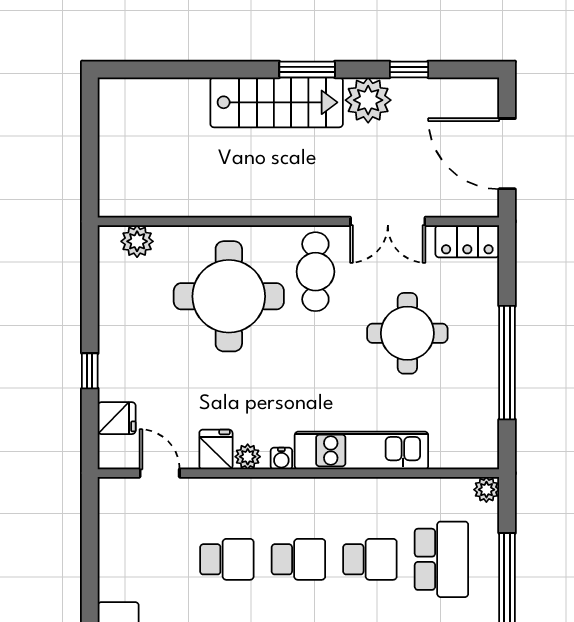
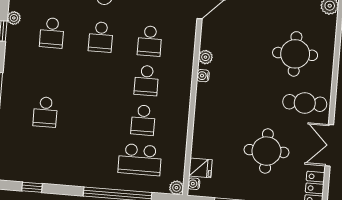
round table: (229, 296) -> (295, 54), width x0.73, depth x0.73
fridge: (216, 449) -> (200, 168), moved
kitchen unit: (361, 450) -> (204, 120), removed
water cooler: (477, 459) -> (194, 184), added

